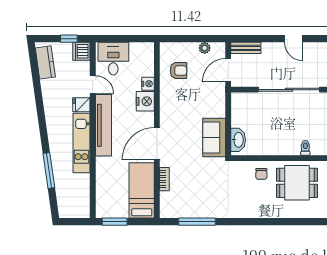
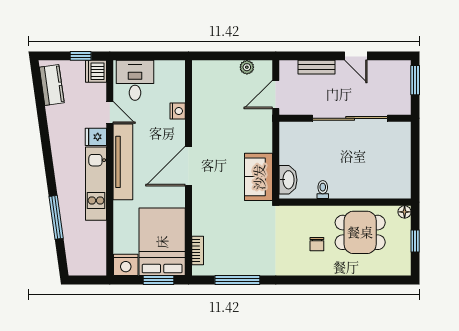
bench: (246, 48) -> (317, 67), moved
armchair: (178, 71) -> (215, 95), removed
nightstand: (145, 101) -> (126, 265), moved, turned 90
door: (157, 144) -> (188, 166), moved
toilet: (305, 148) -> (323, 190), moved
chair: (261, 174) -> (317, 244), moved
bookcase: (164, 179) -> (198, 251), moved
bed: (142, 190) -> (162, 242), width x1.50
window: (115, 222) -> (158, 280), moved

